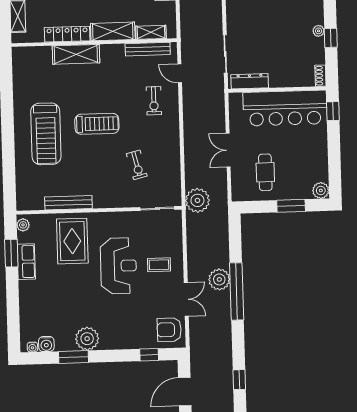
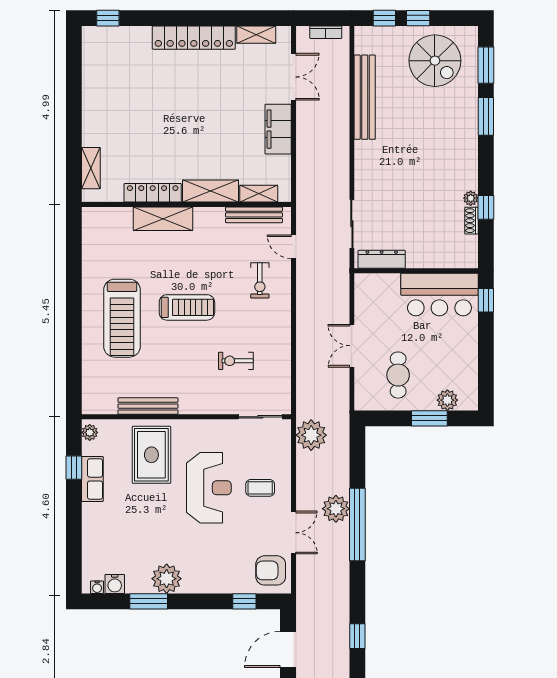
shoe rack: (320, 76) -> (471, 221), moved
bar counter: (285, 108) -> (439, 295), width x0.73
exercise bike: (137, 165) -> (236, 361), turned 104
plant: (321, 190) -> (447, 400), moved
plant: (197, 200) -> (311, 435), moved
window: (11, 253) -> (74, 468), width x0.67

